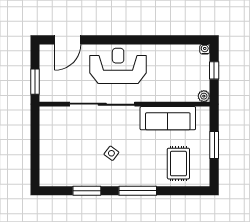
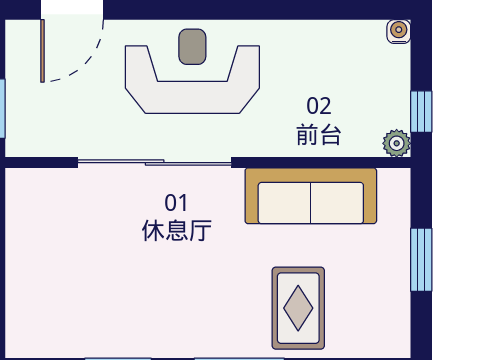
window: (214, 70) -> (421, 112), moved
side table: (111, 153) -> (176, 279), removed
rug: (178, 164) -> (298, 308), moved

